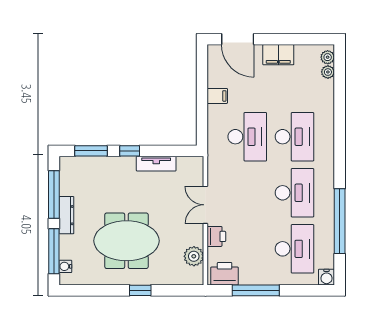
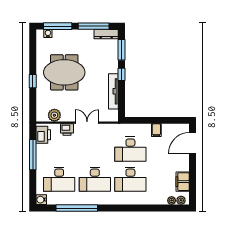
filing cabinet: (278, 55) -> (183, 182), moved
tv unit: (156, 164) -> (113, 91), width x1.41
dresser: (66, 215) -> (106, 34), moved
meeting table: (126, 241) -> (64, 72), turned 90

